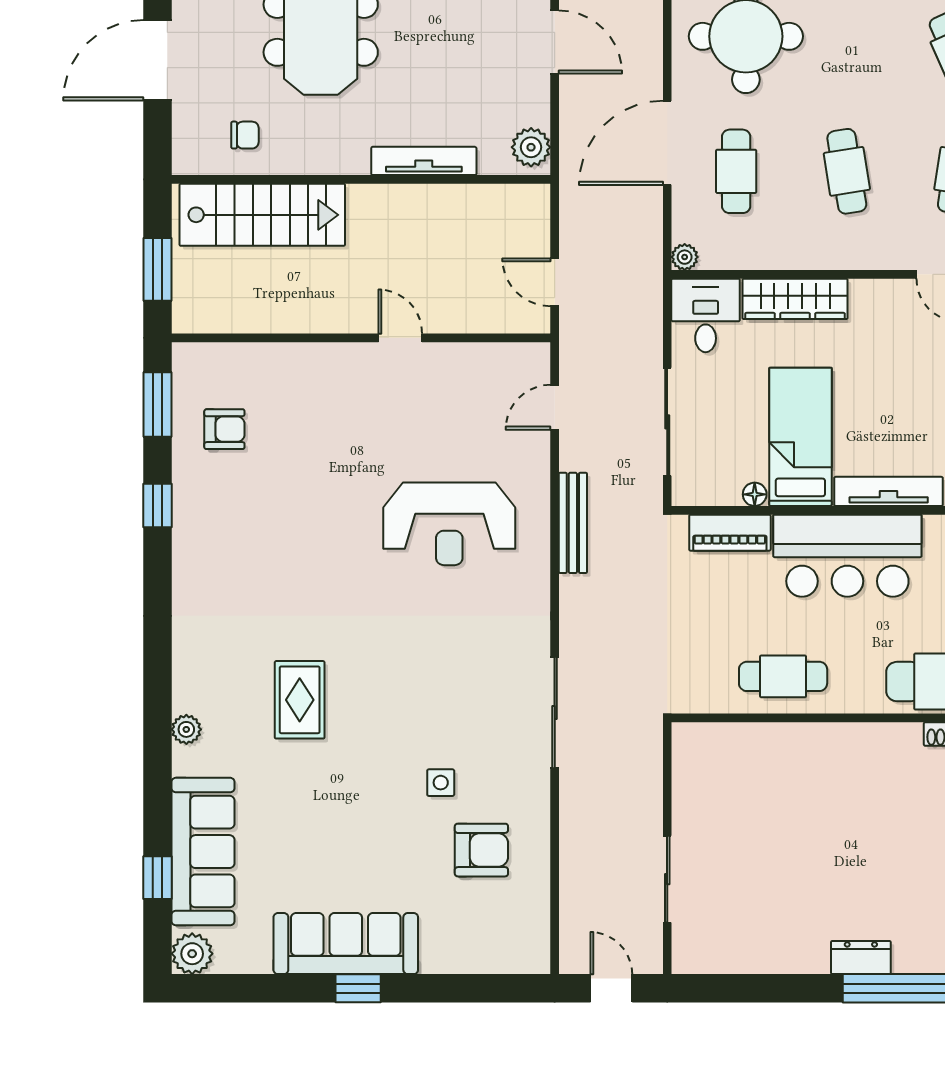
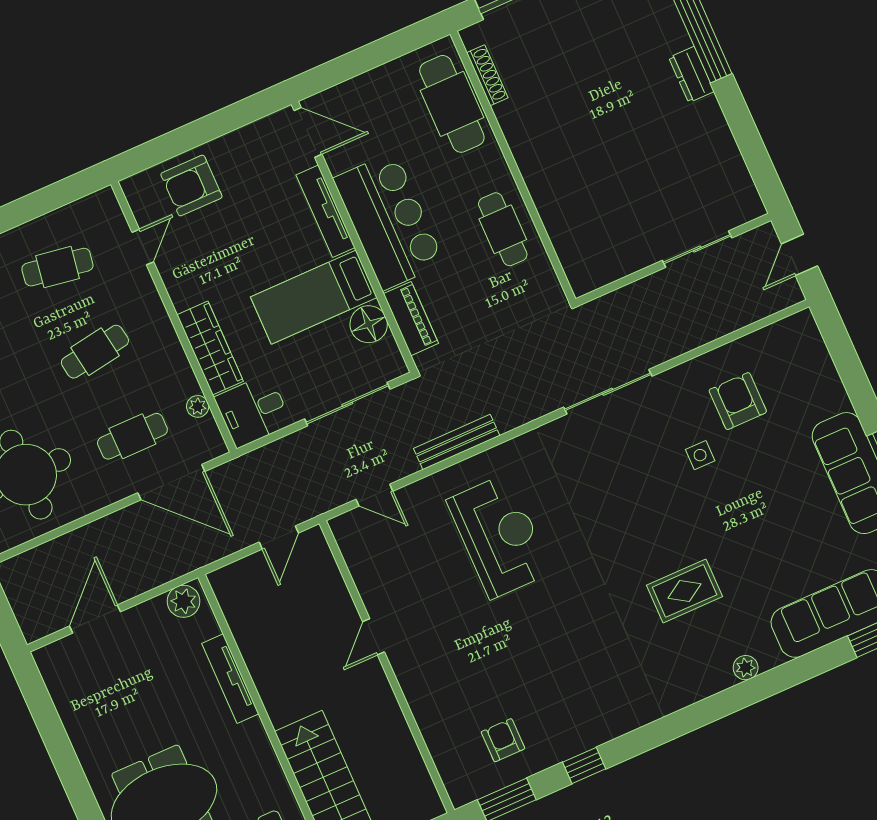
door: (667, 143) -> (171, 482), moved
plant: (685, 257) -> (198, 406), moved
floor lamp: (755, 494) -> (369, 324), width x1.89, depth x1.89

